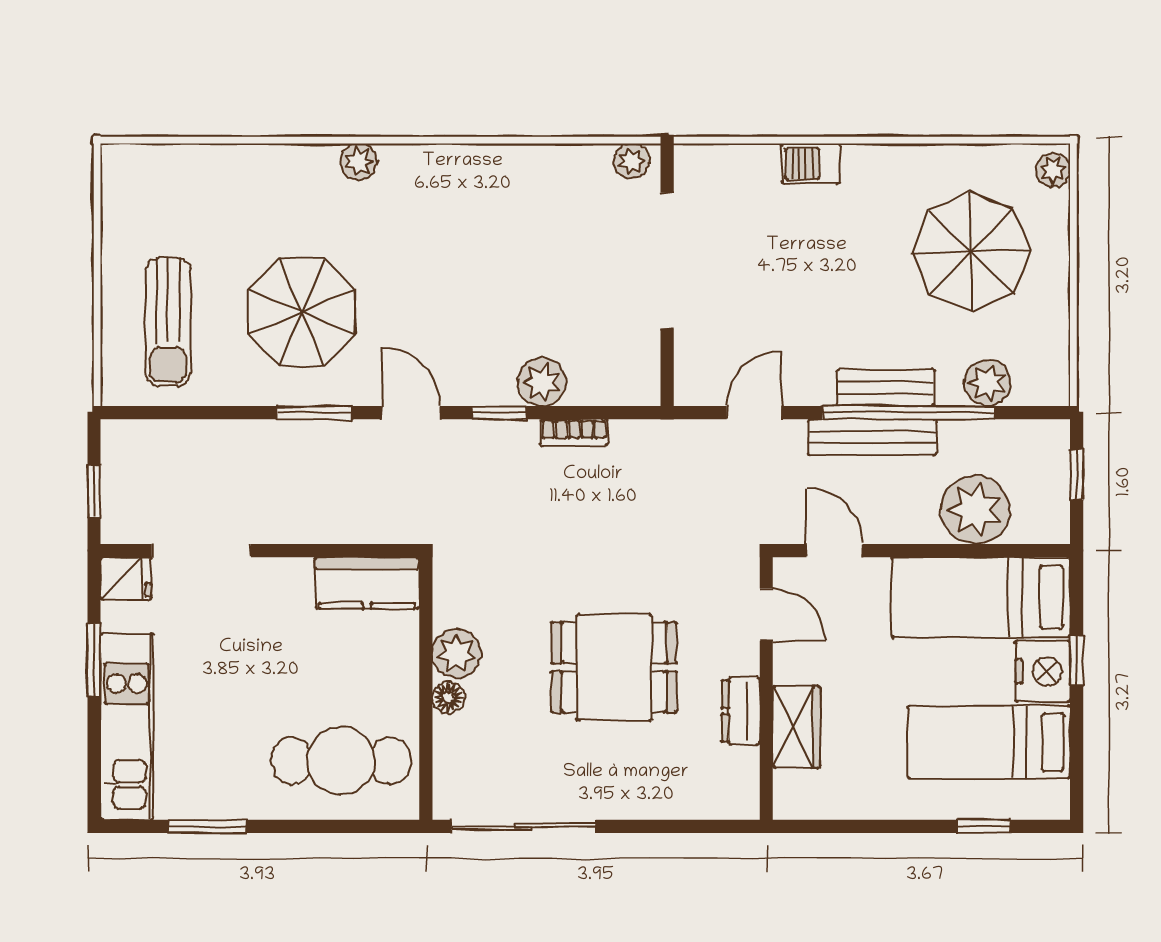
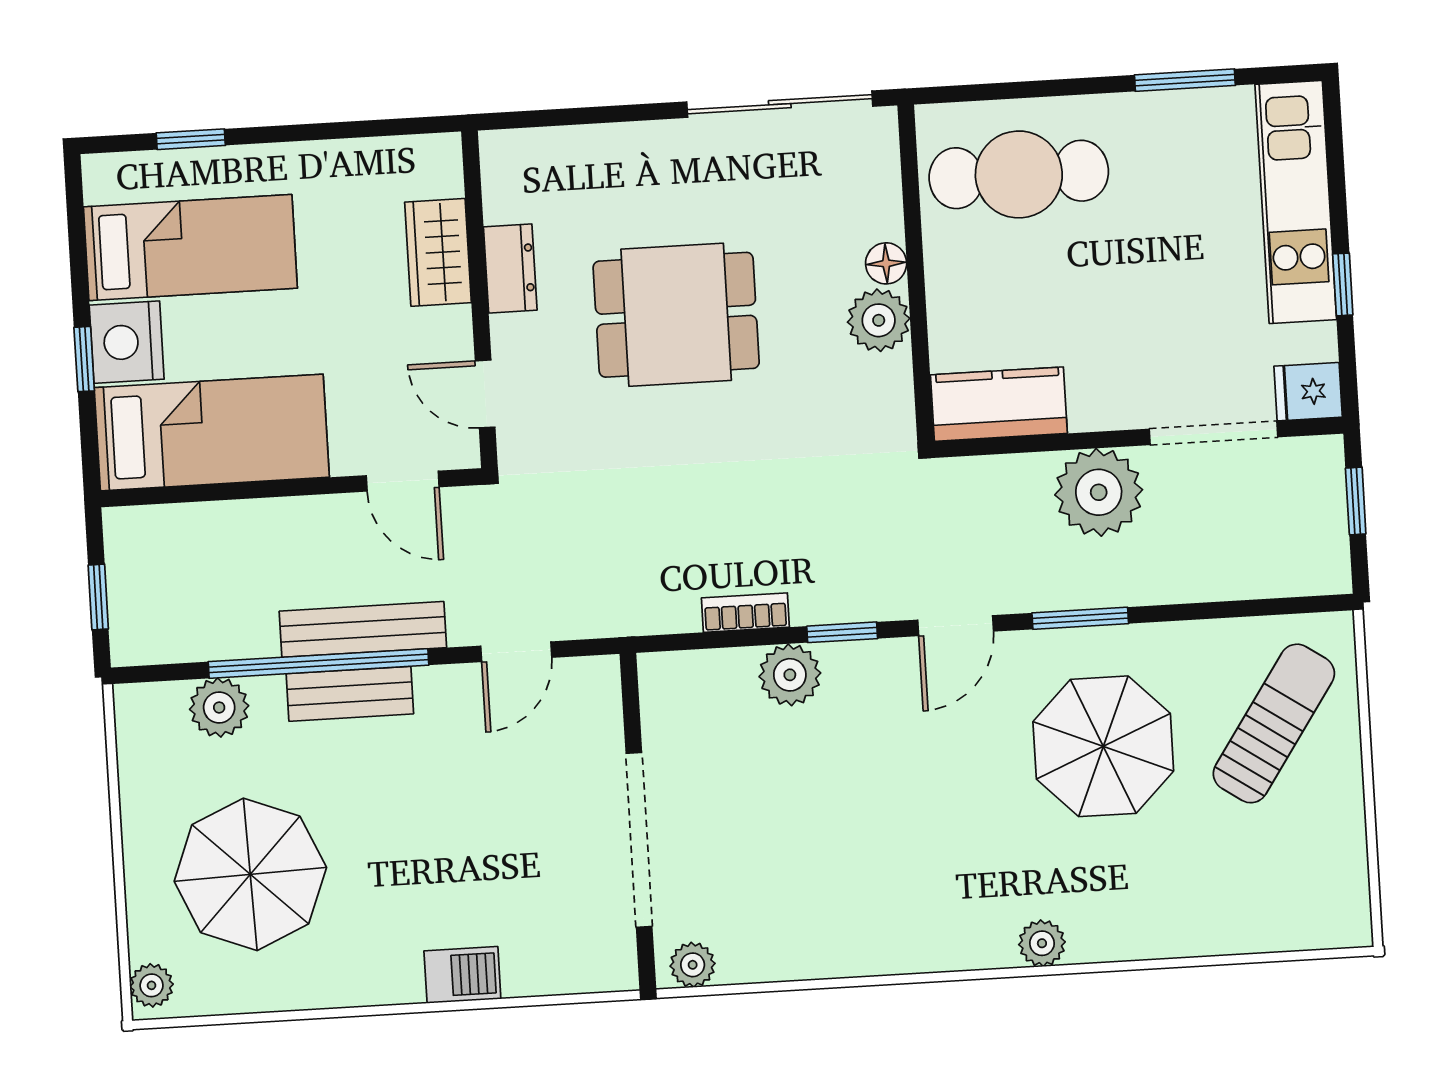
sun lounger: (168, 322) -> (1274, 723), turned 34
door: (411, 413) -> (956, 626), hinge flipped
plant: (975, 510) -> (1099, 492), moved
window: (94, 660) -> (1343, 284), width x0.67

